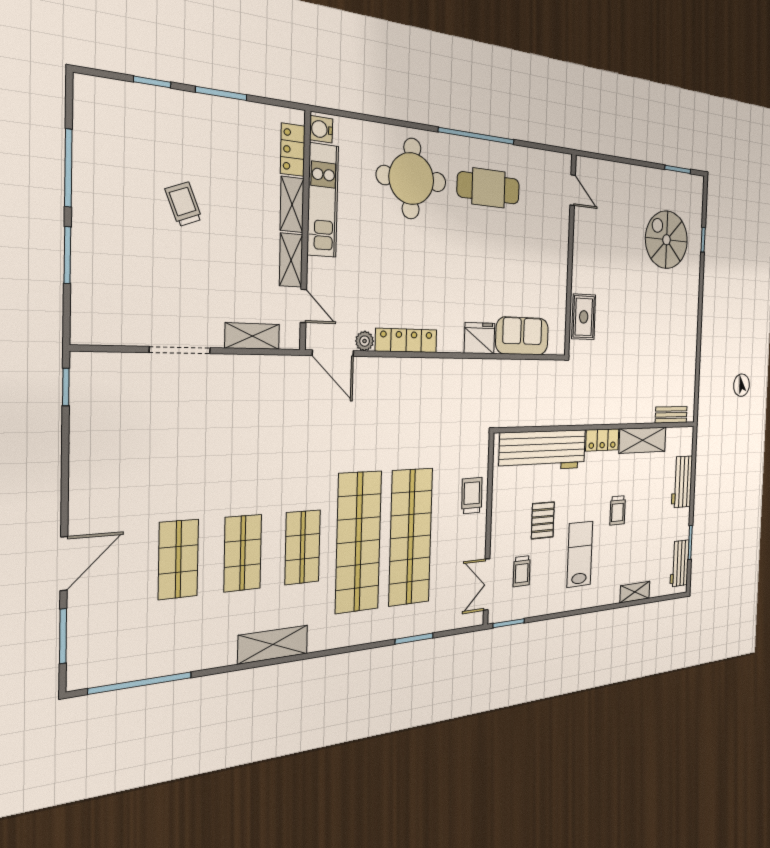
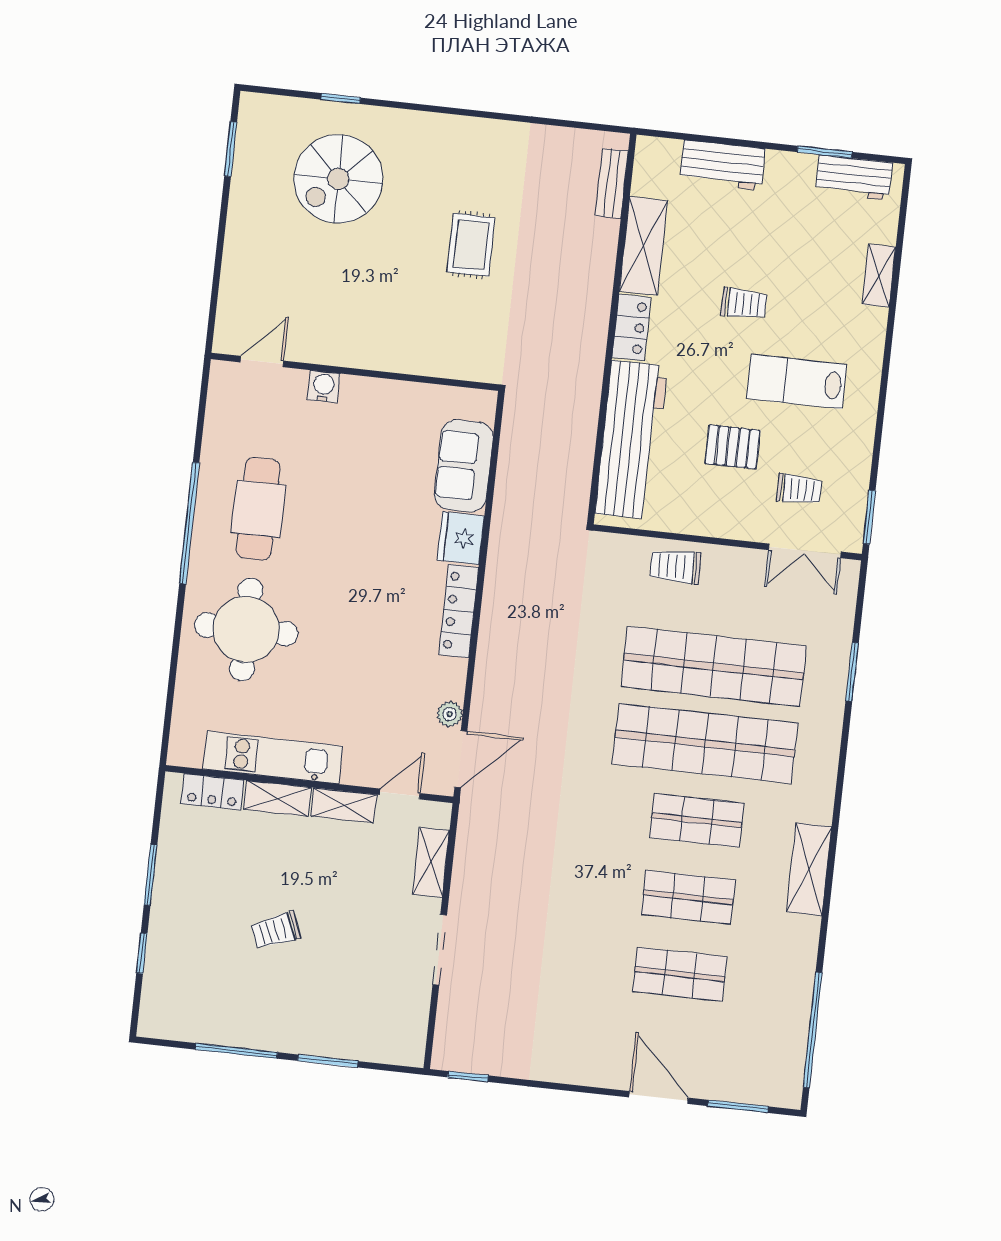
water cooler: (321, 129) -> (324, 387), moved, turned 180
rug: (584, 317) -> (471, 245), moved, turned 90
locker: (406, 341) -> (459, 611), moved

